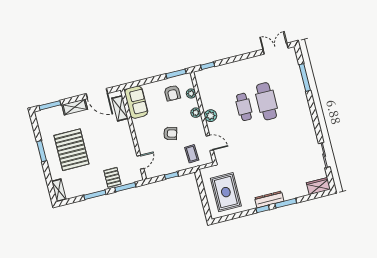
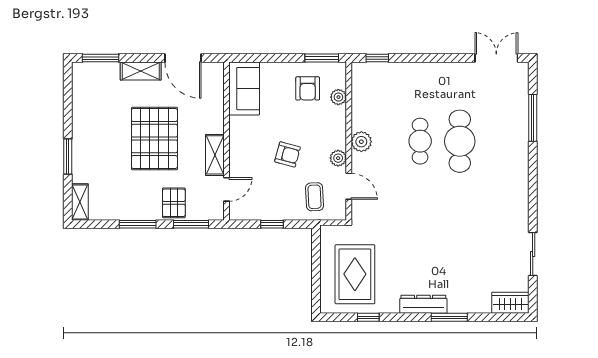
shelving: (120, 108) -> (215, 155), moved
plant: (196, 113) -> (338, 158), moved
pallet: (71, 150) -> (154, 139), moved
window: (42, 151) -> (68, 156), moved
window: (263, 209) -> (368, 317), moved

